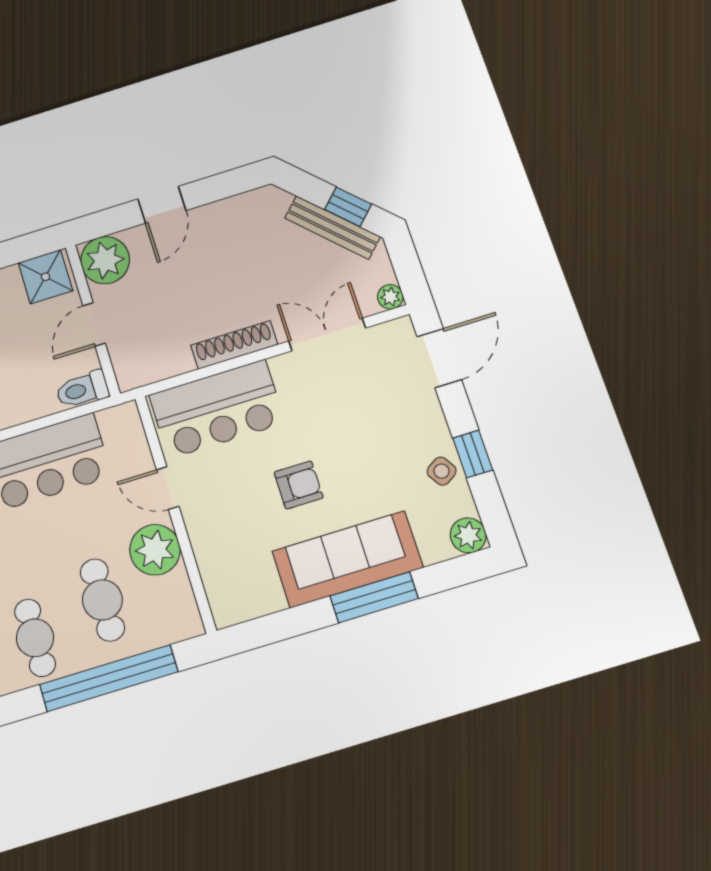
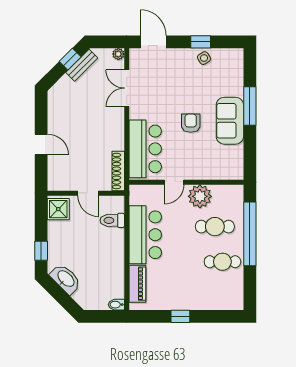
bench: (332, 227) -> (82, 65), width x0.73
plant: (105, 260) -> (59, 179), removed
shoe rack: (234, 345) -> (118, 171), moved
toilet: (82, 390) -> (112, 220), moved, turned 90
plant: (468, 535) -> (235, 56), removed
sofa: (347, 559) -> (230, 121), width x0.73

